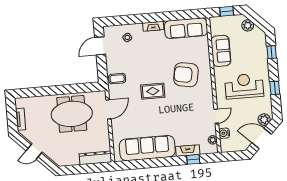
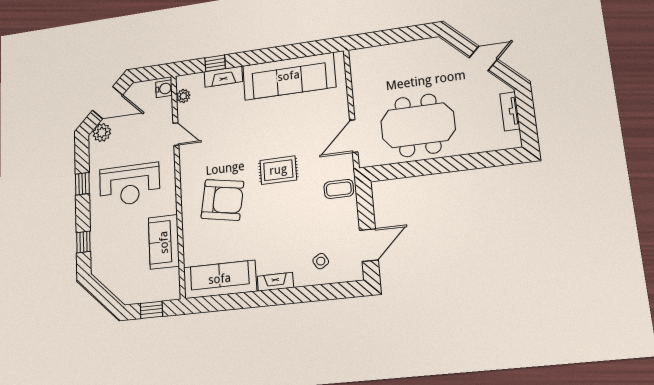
plant: (248, 25) -> (118, 286), removed
door: (216, 116) -> (176, 134), swing flipped
water cooler: (224, 133) -> (164, 89), moved
dresser: (95, 158) -> (376, 55), removed

